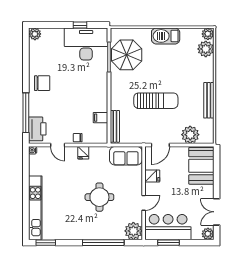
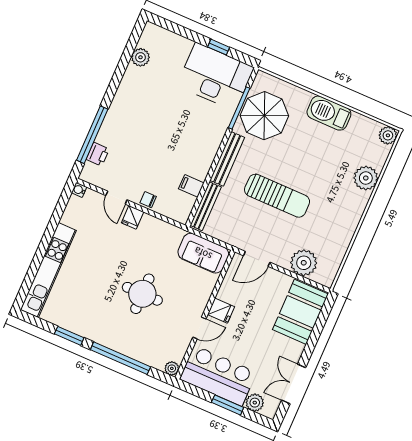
plant: (35, 34) -> (140, 57), moved
plant: (206, 49) -> (366, 178), moved
chair: (42, 83) -> (132, 104), removed
bench: (209, 100) -> (227, 159), moved
printer: (37, 129) -> (98, 154), width x0.53, depth x0.68
fridge: (83, 153) -> (133, 217), moved
fridge: (152, 176) -> (221, 311), moved
plant: (133, 231) -> (172, 368), width x0.53, depth x0.53
plant: (208, 234) -> (255, 403), moved
window: (46, 243) -> (69, 336), moved
window: (168, 243) -> (228, 405), moved

